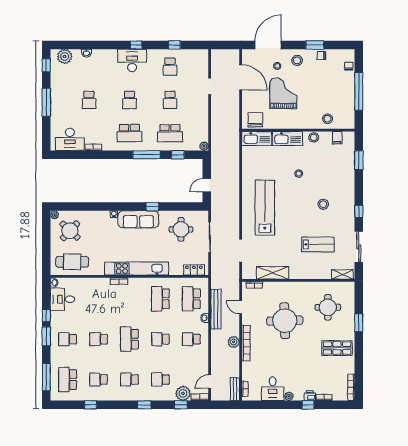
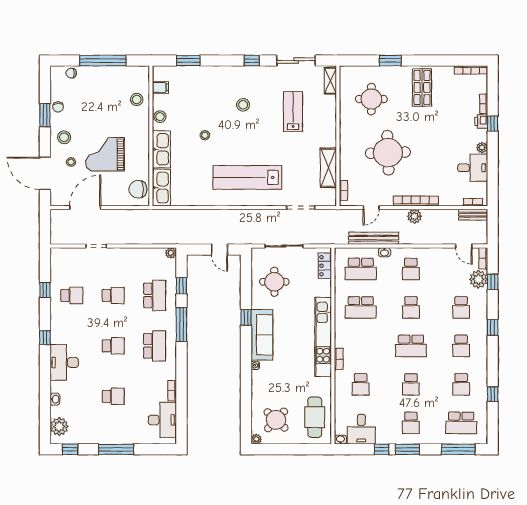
desk: (132, 60) -> (64, 362), moved
school desk: (99, 299) -> (361, 384), added

